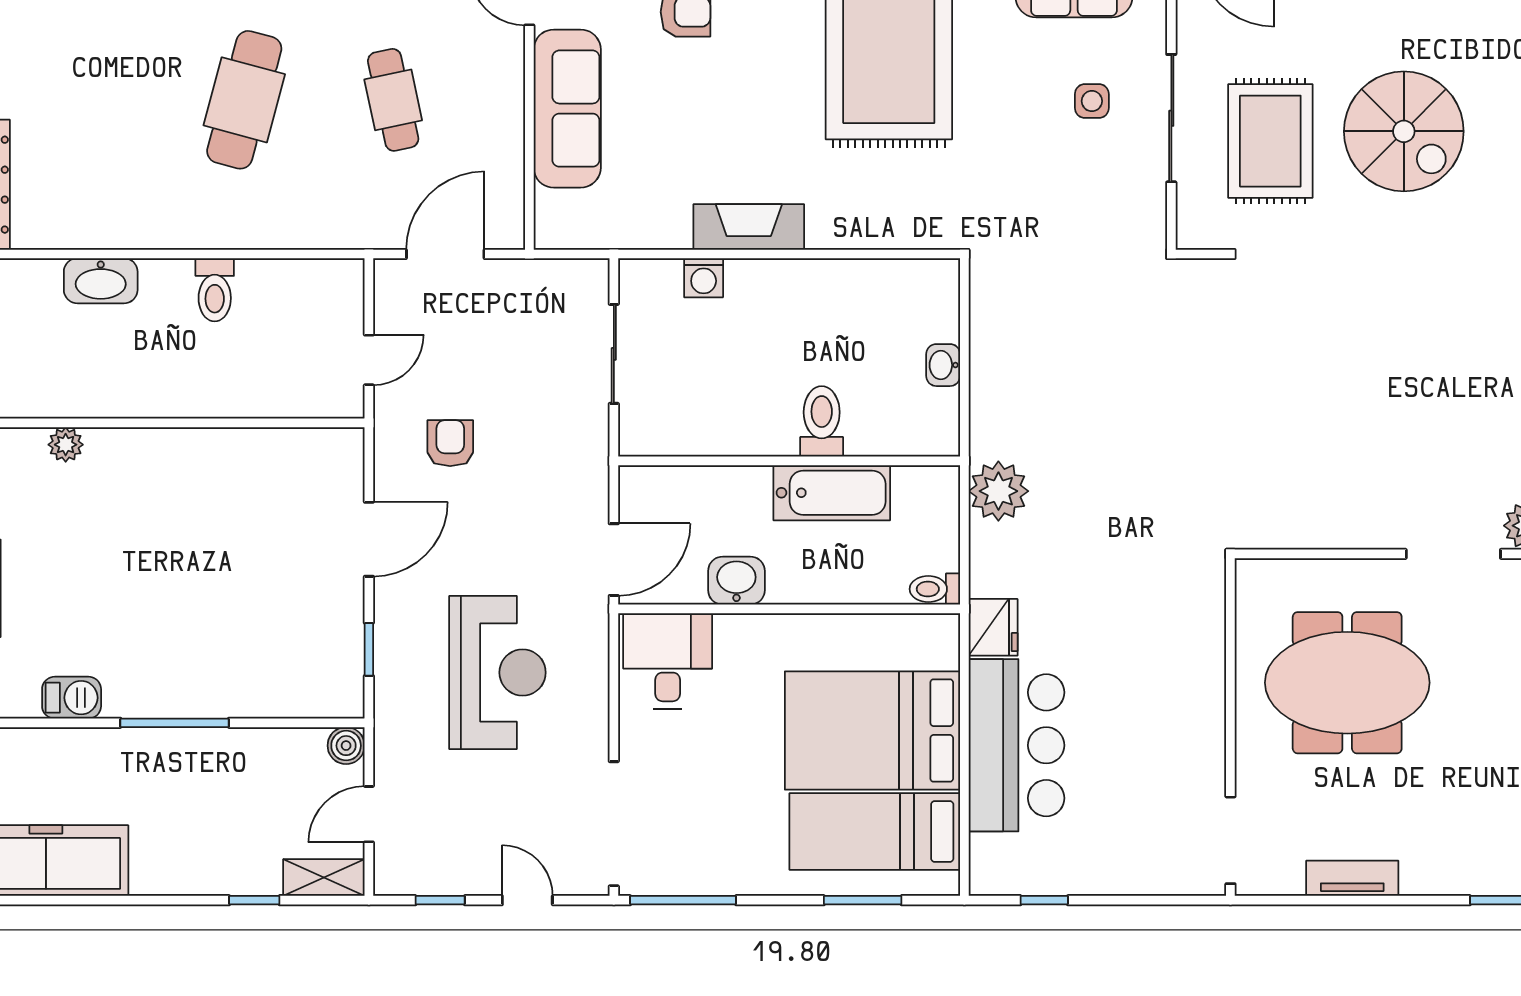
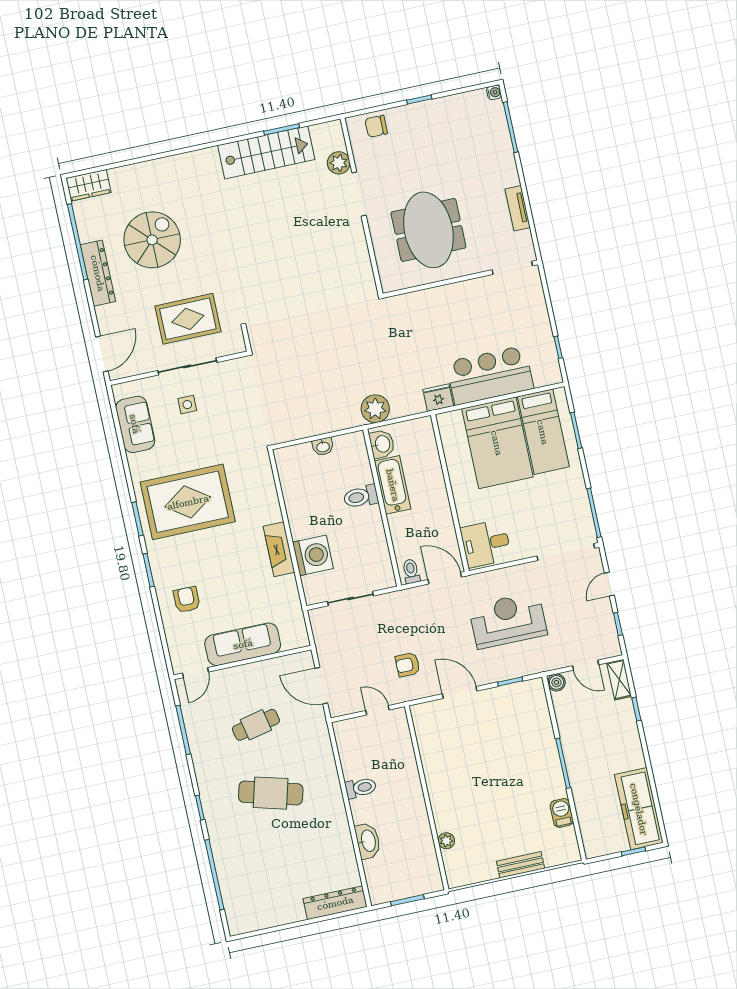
spiral stairs: (1404, 131) -> (152, 240), moved
washing machine: (704, 278) -> (313, 555), width x1.89, depth x1.89
washbasin: (736, 581) -> (382, 444), moved, turned 180
toilet: (935, 589) -> (411, 571), moved, turned 180

